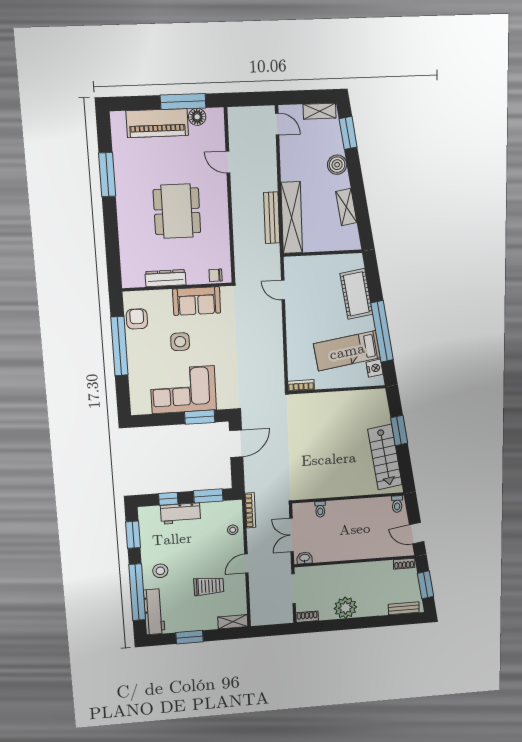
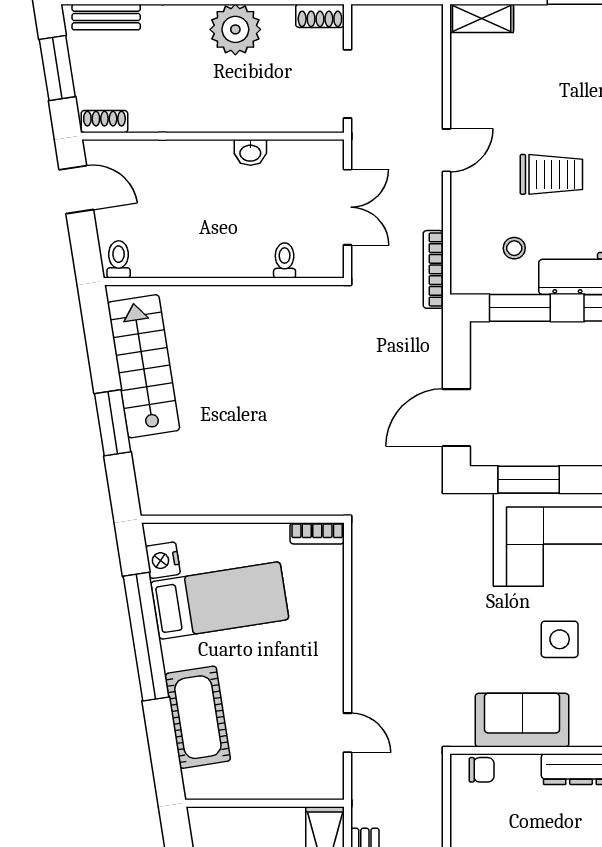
stool: (233, 530) -> (514, 248), moved
washbasin: (305, 558) -> (250, 152), moved
trolley: (209, 586) -> (551, 174), moved, turned 180

